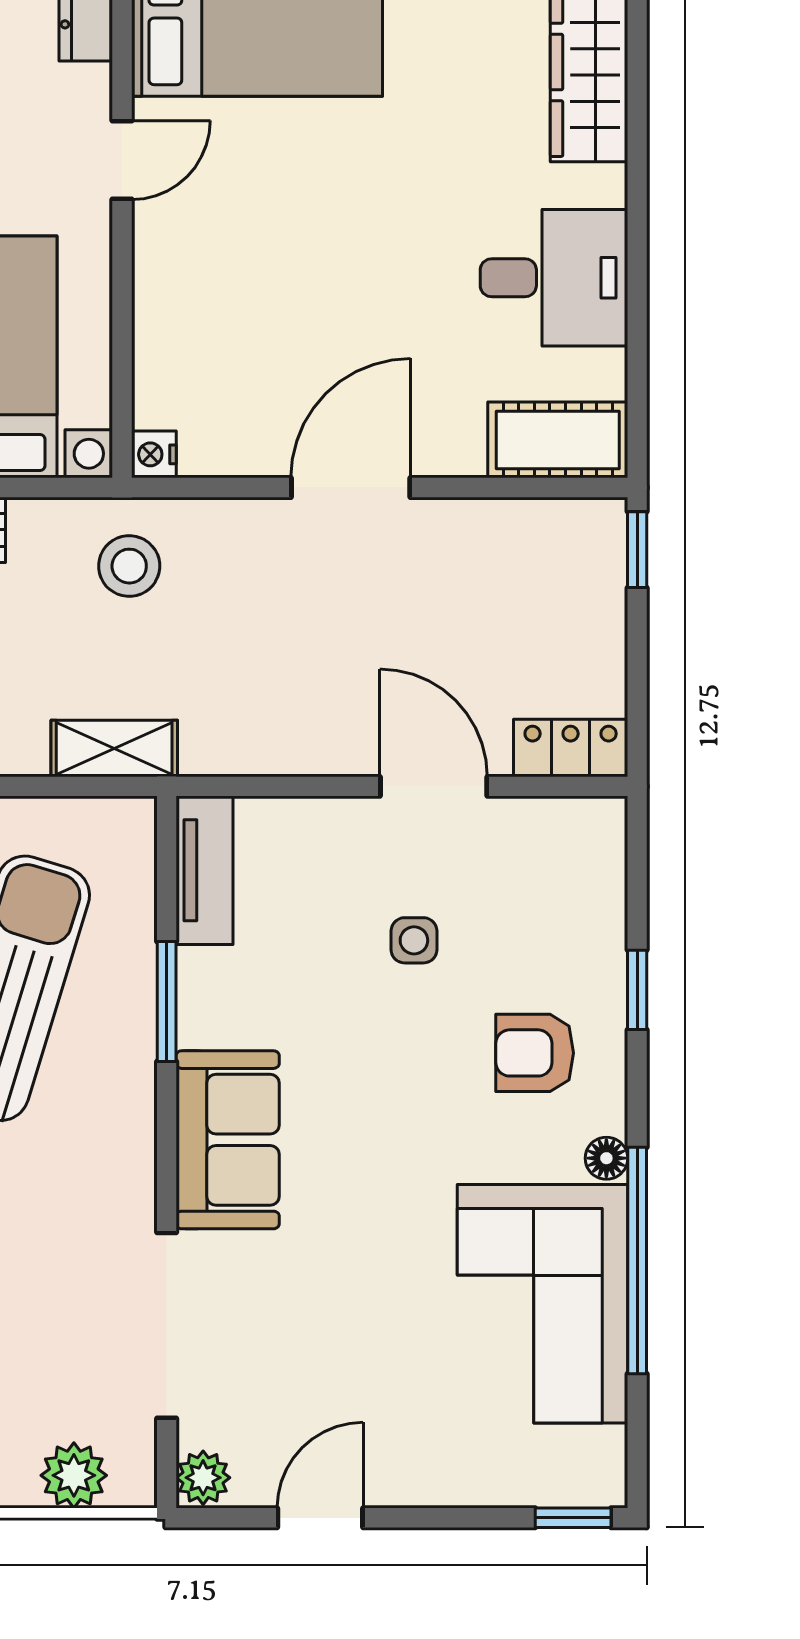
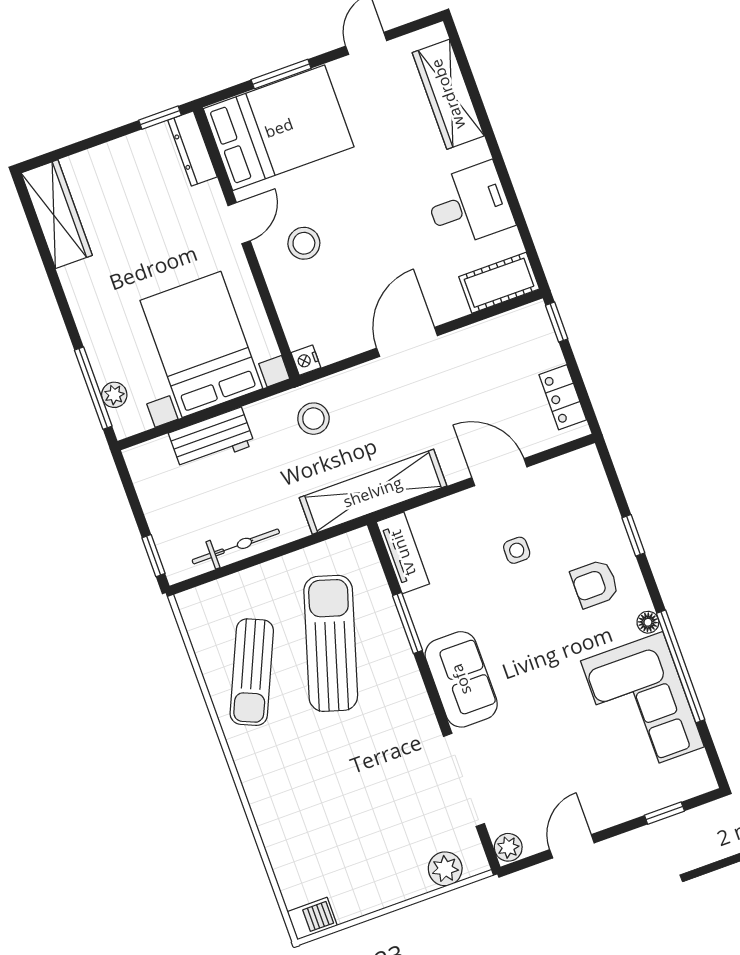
stool: (227, 239) -> (304, 243), added
shelving: (114, 748) -> (373, 492), width x2.20, depth x1.33
locker: (571, 748) -> (563, 397), moved, turned -90
window: (573, 1518) -> (664, 813), moved

